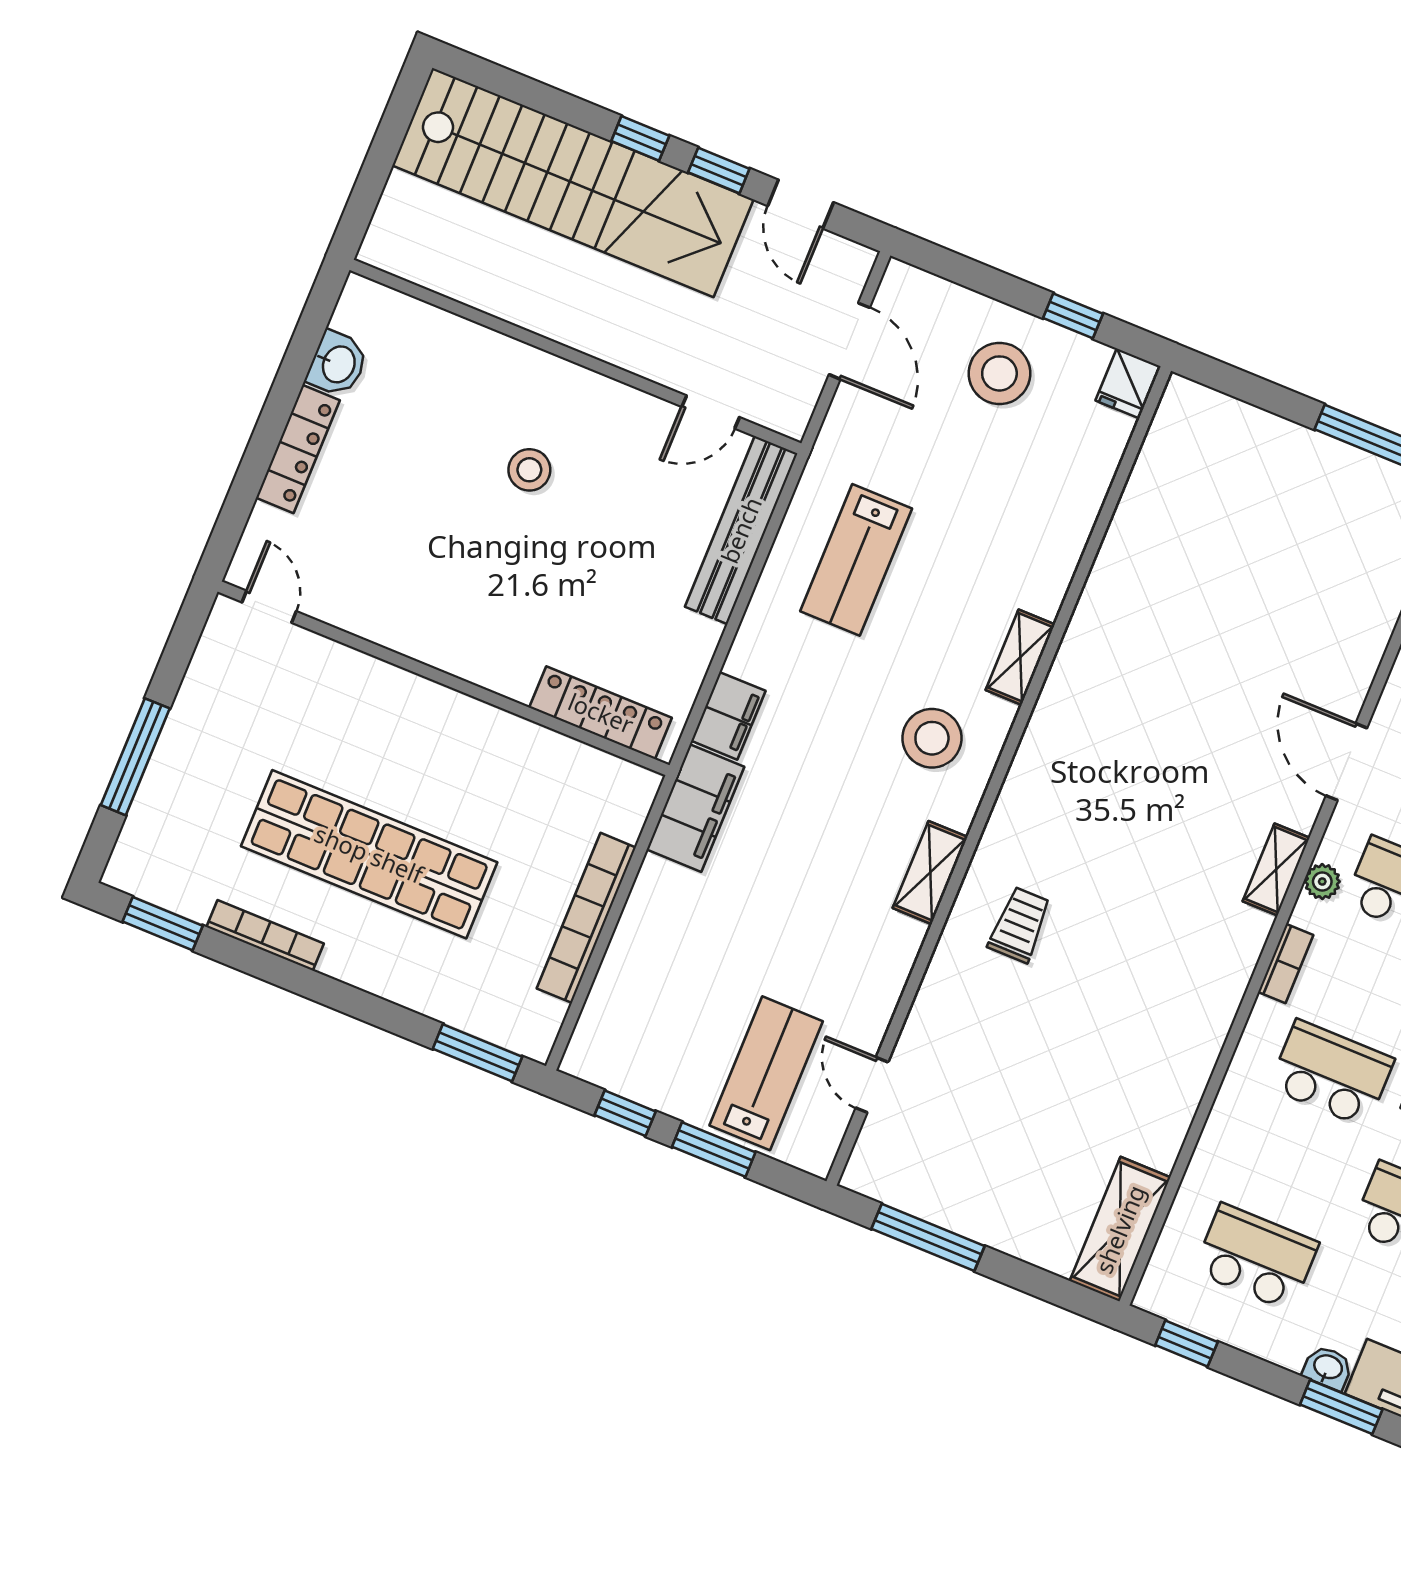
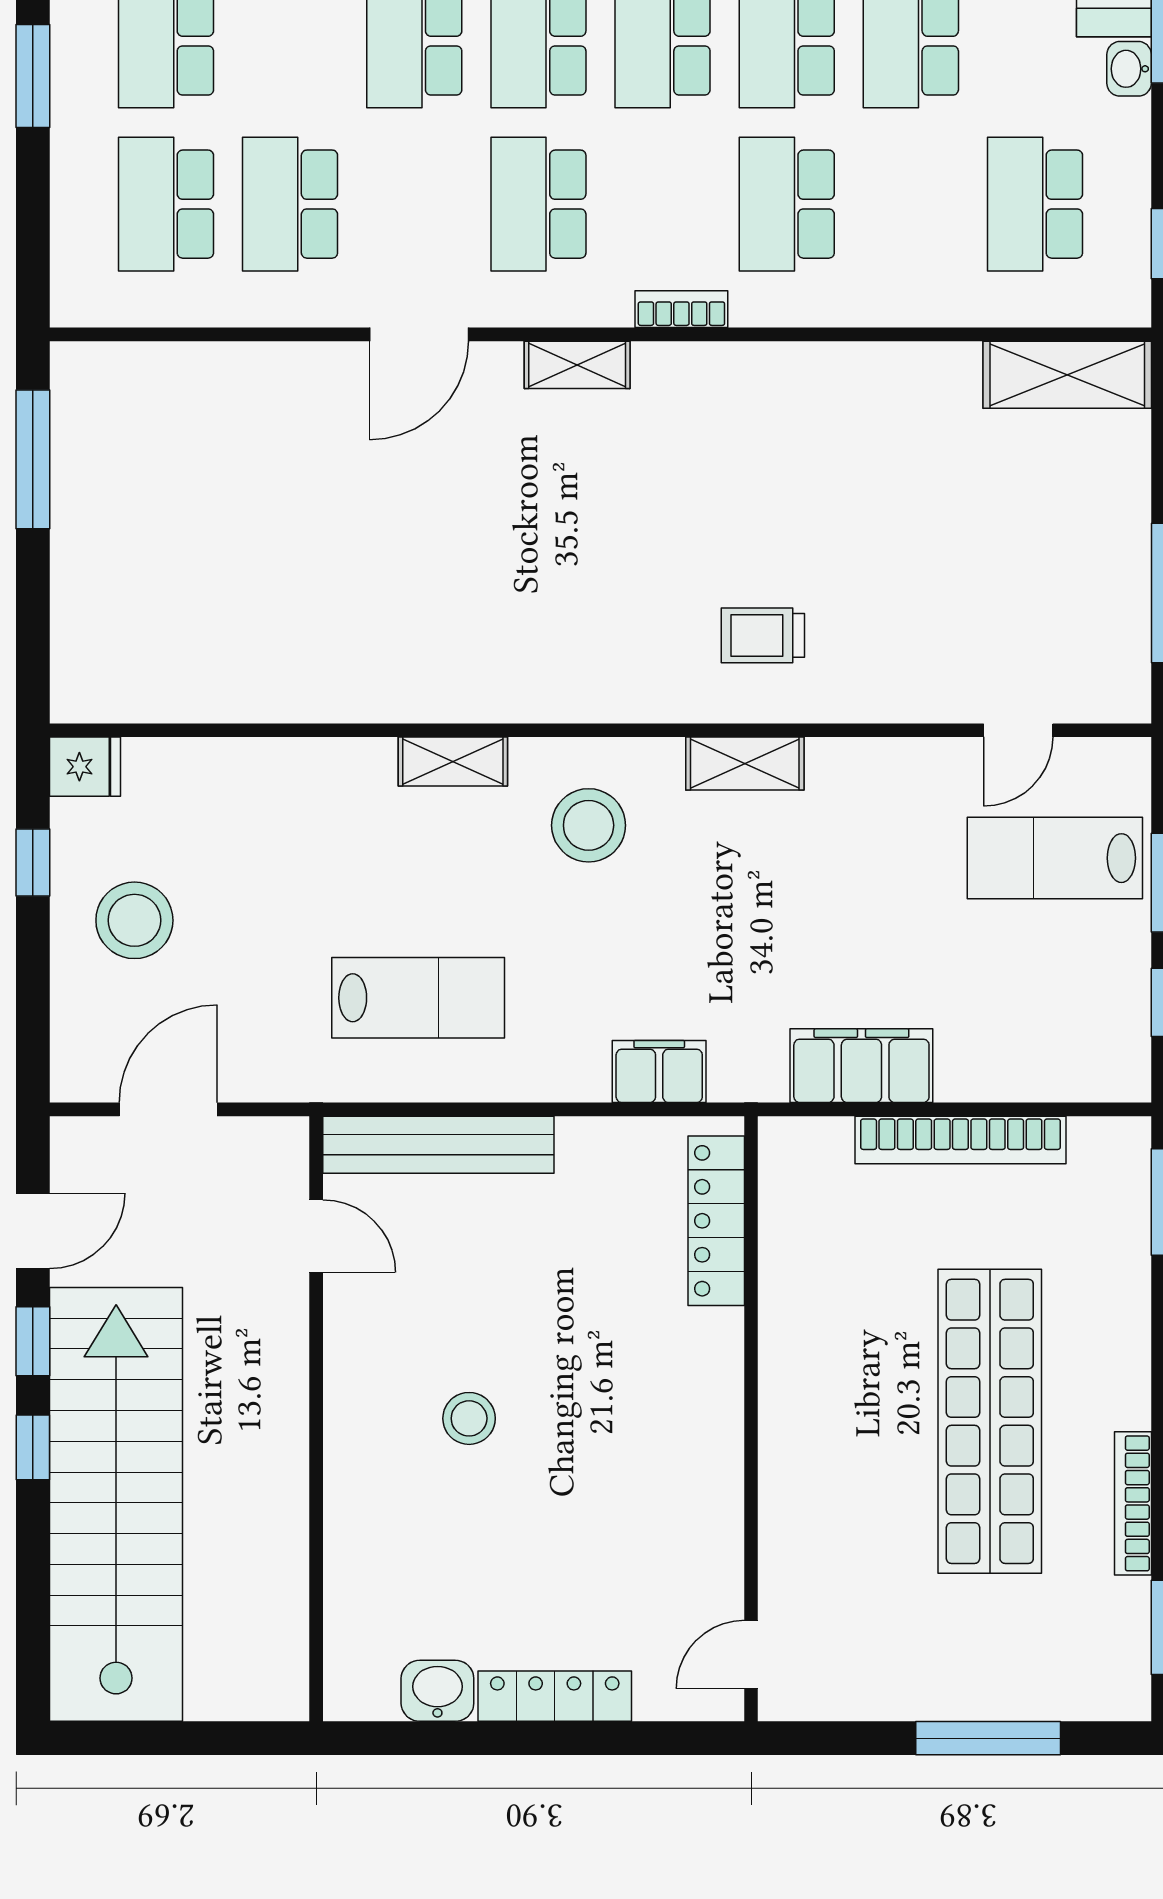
filing cabinet: (696, 808) -> (861, 1066), moved
plant: (1322, 882) -> (569, 306), removed

